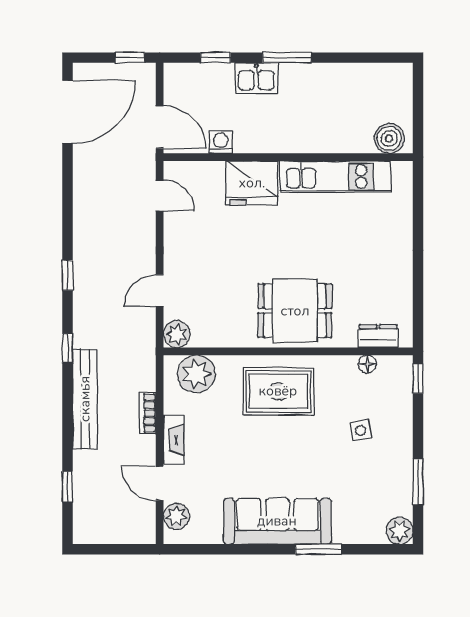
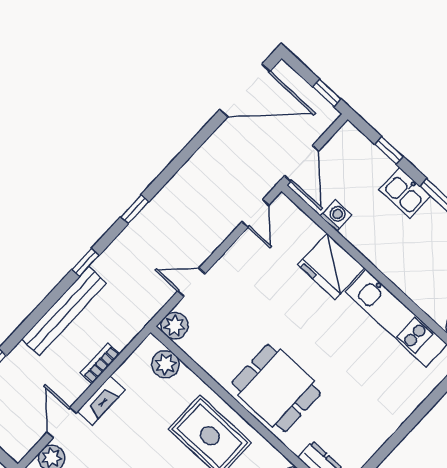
plant: (196, 374) -> (165, 364), width x0.73, depth x0.73

